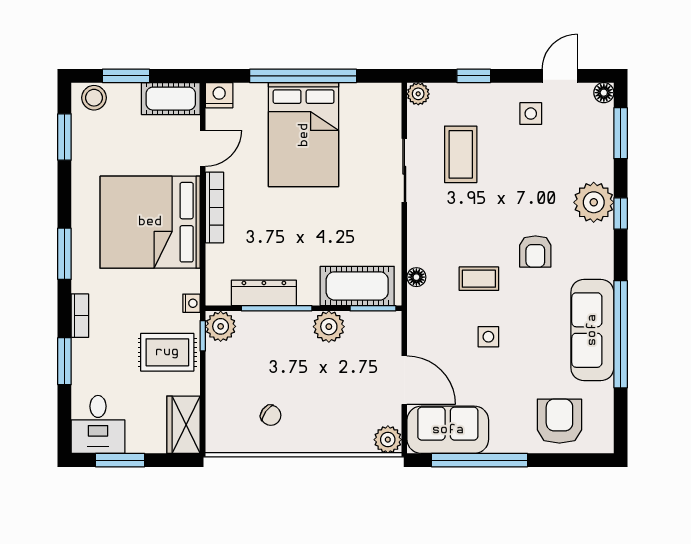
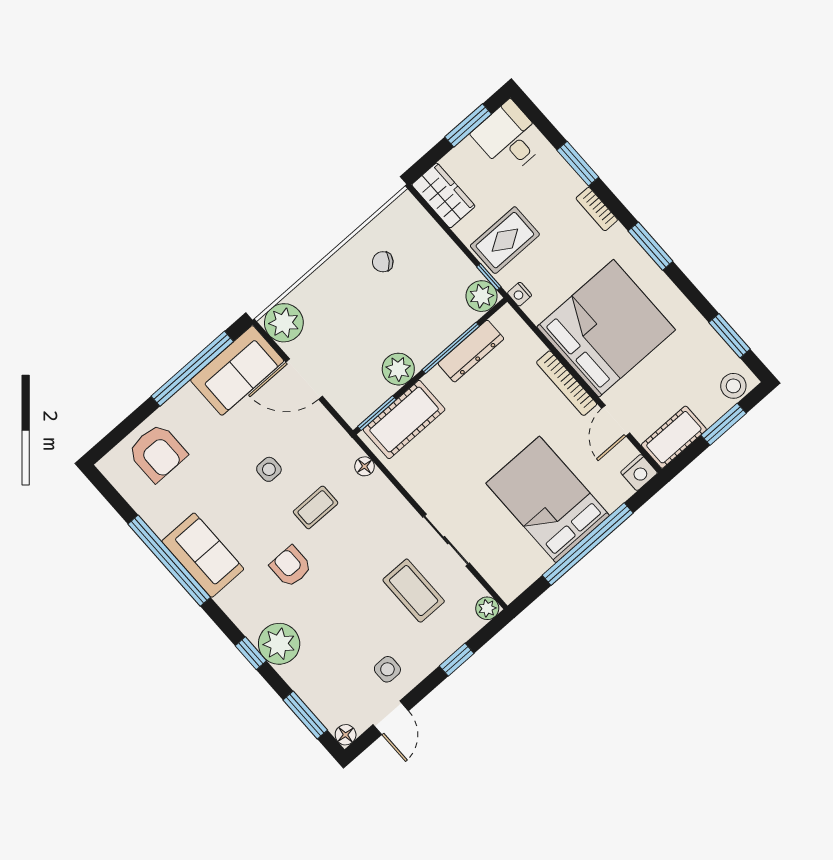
sofa: (592, 330) -> (203, 555), width x0.73
plant: (388, 440) -> (284, 323), width x1.36, depth x1.36

